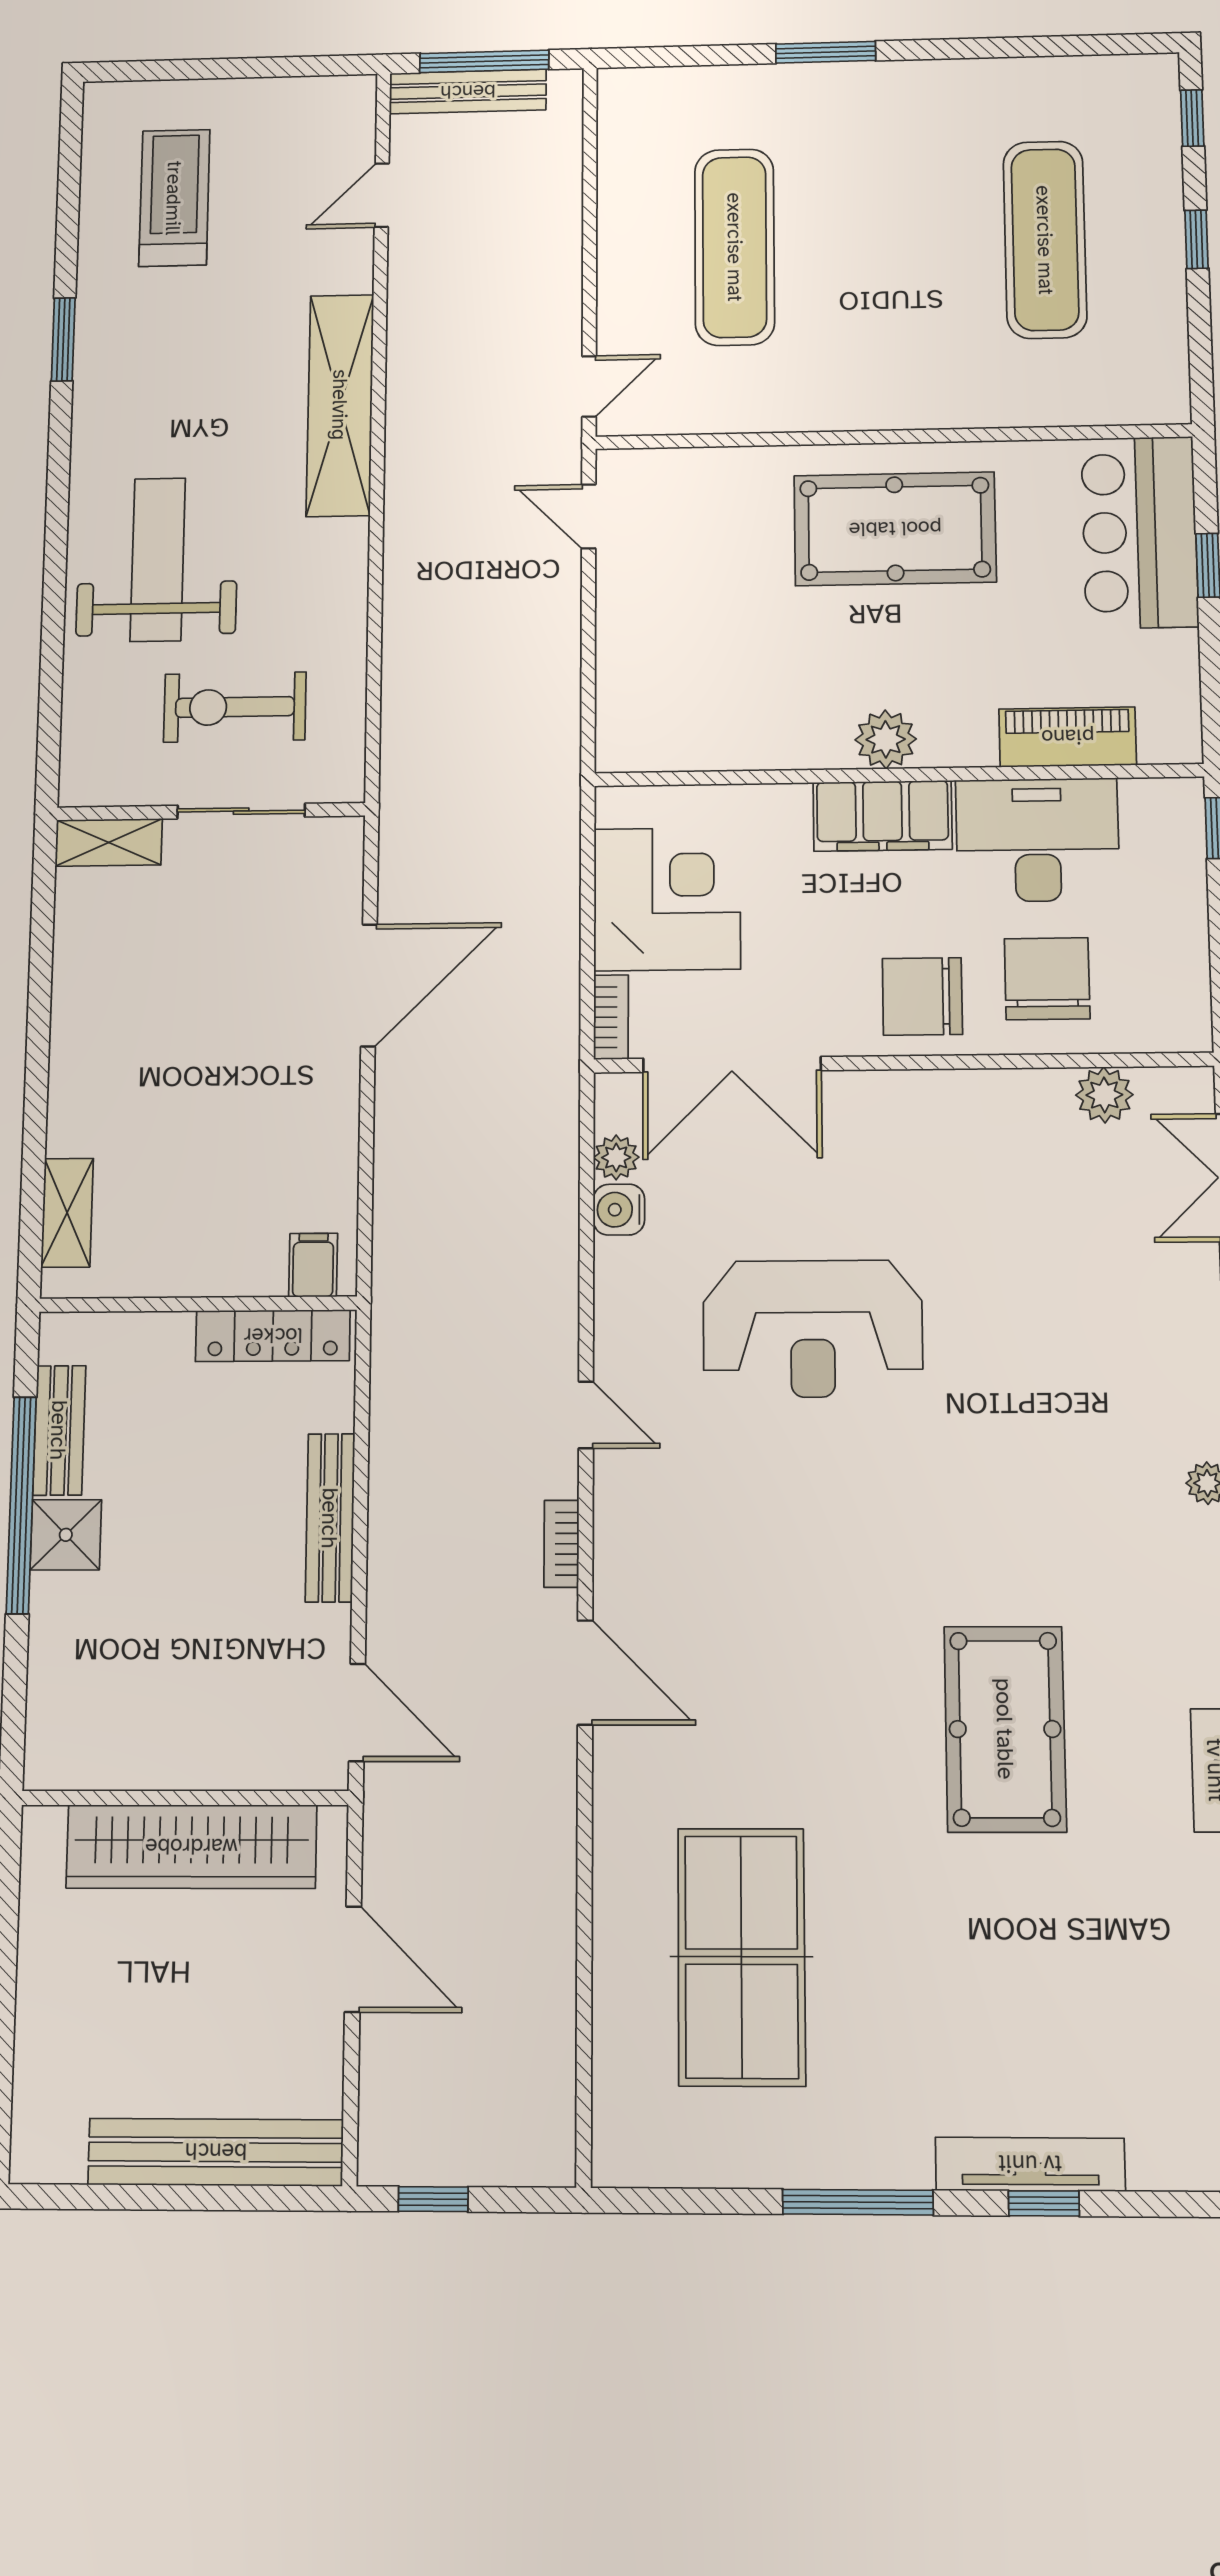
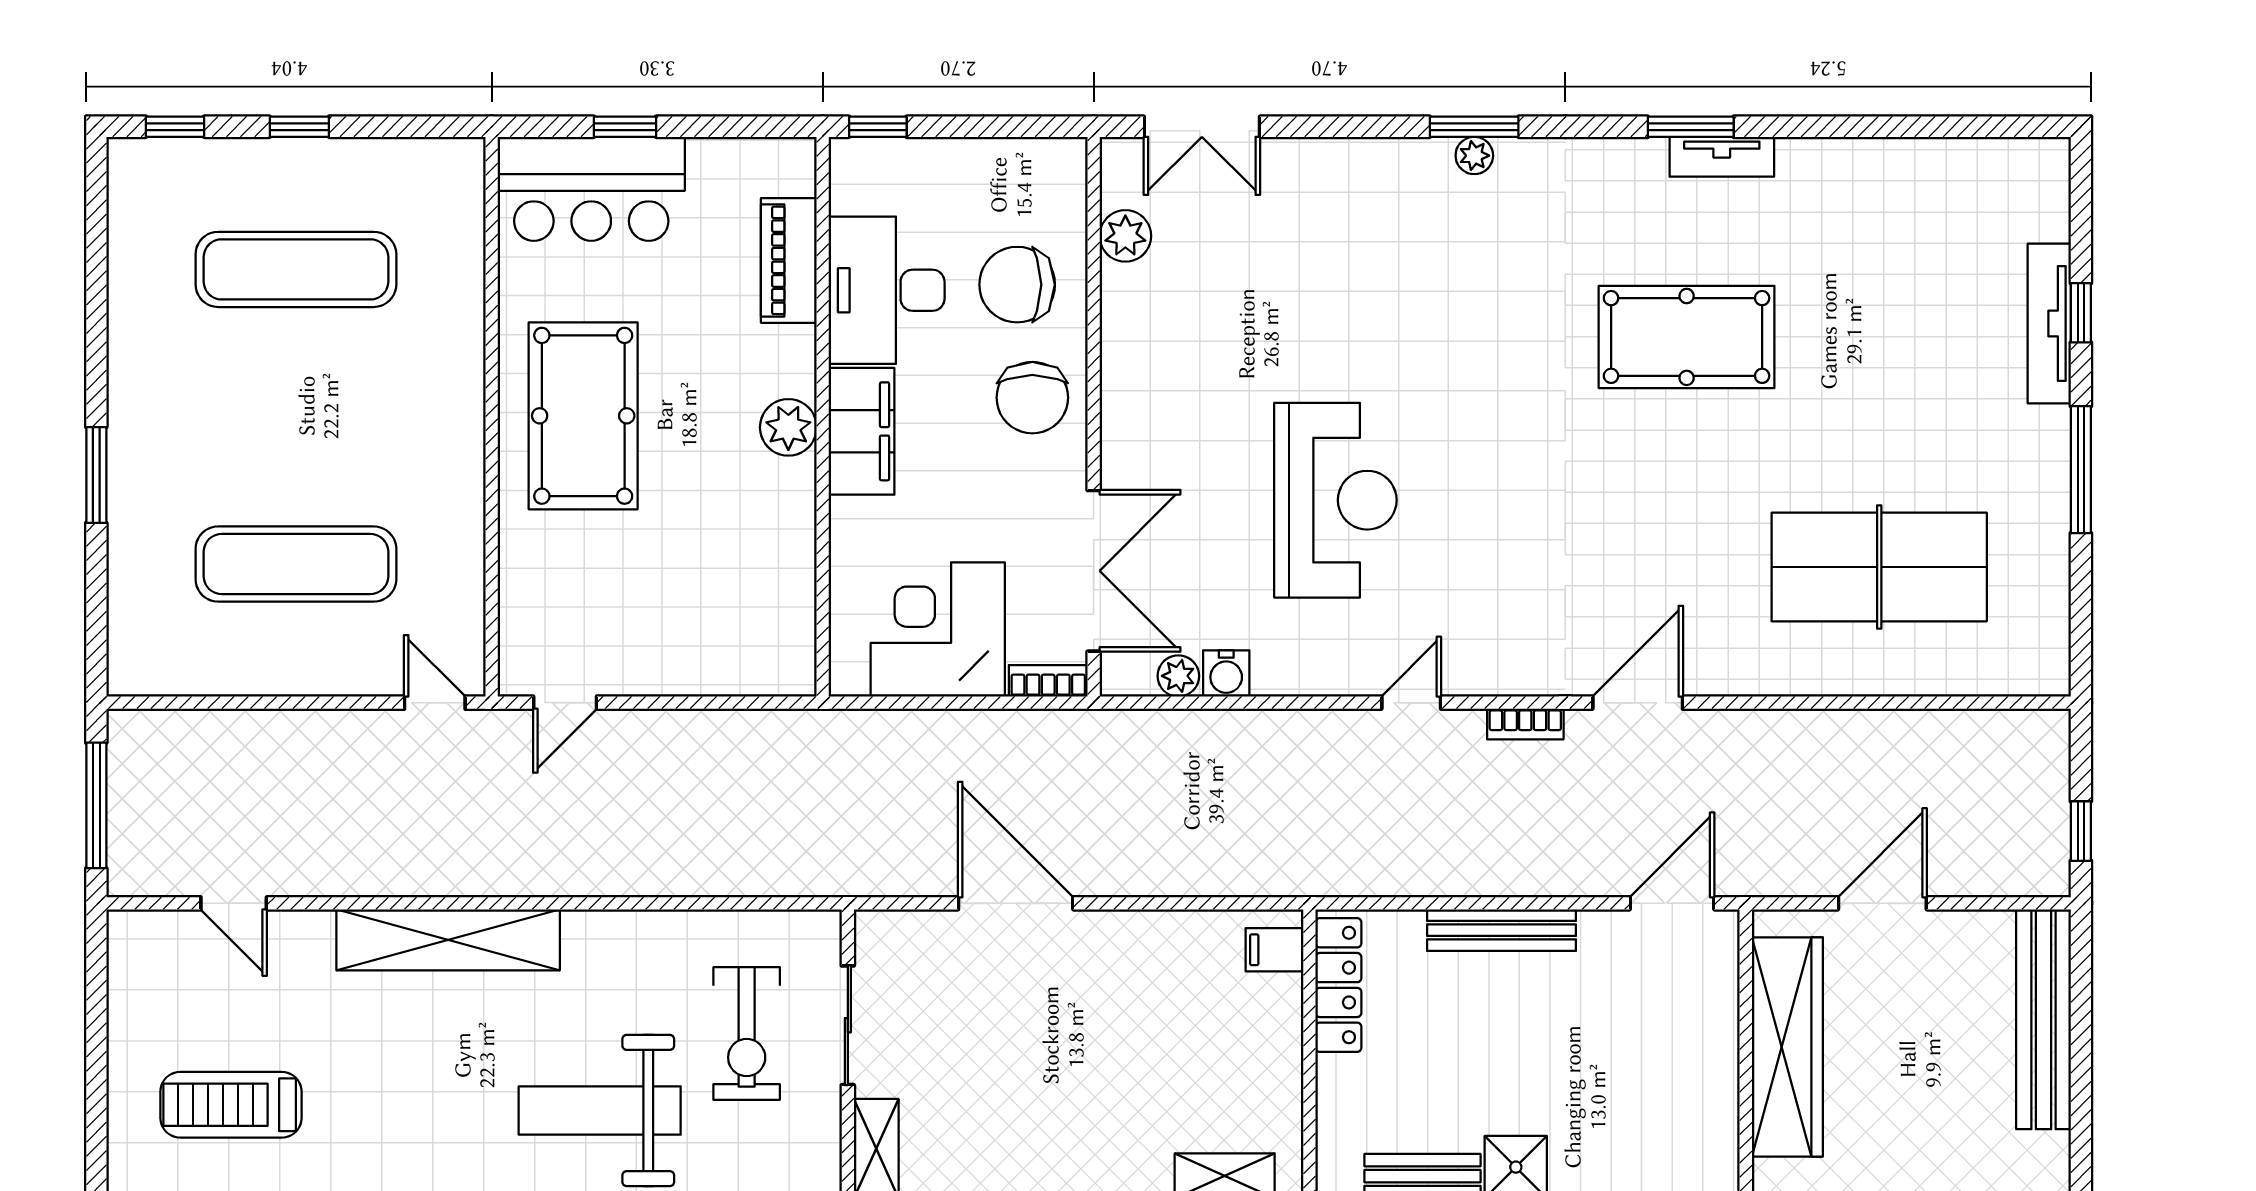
bench: (468, 92) -> (128, 821), removed

